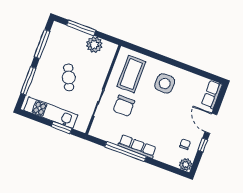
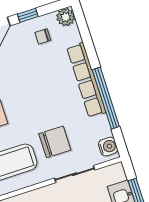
water cooler: (99, 132) -> (108, 147), added
row of seats: (137, 146) -> (86, 80), width x1.36

